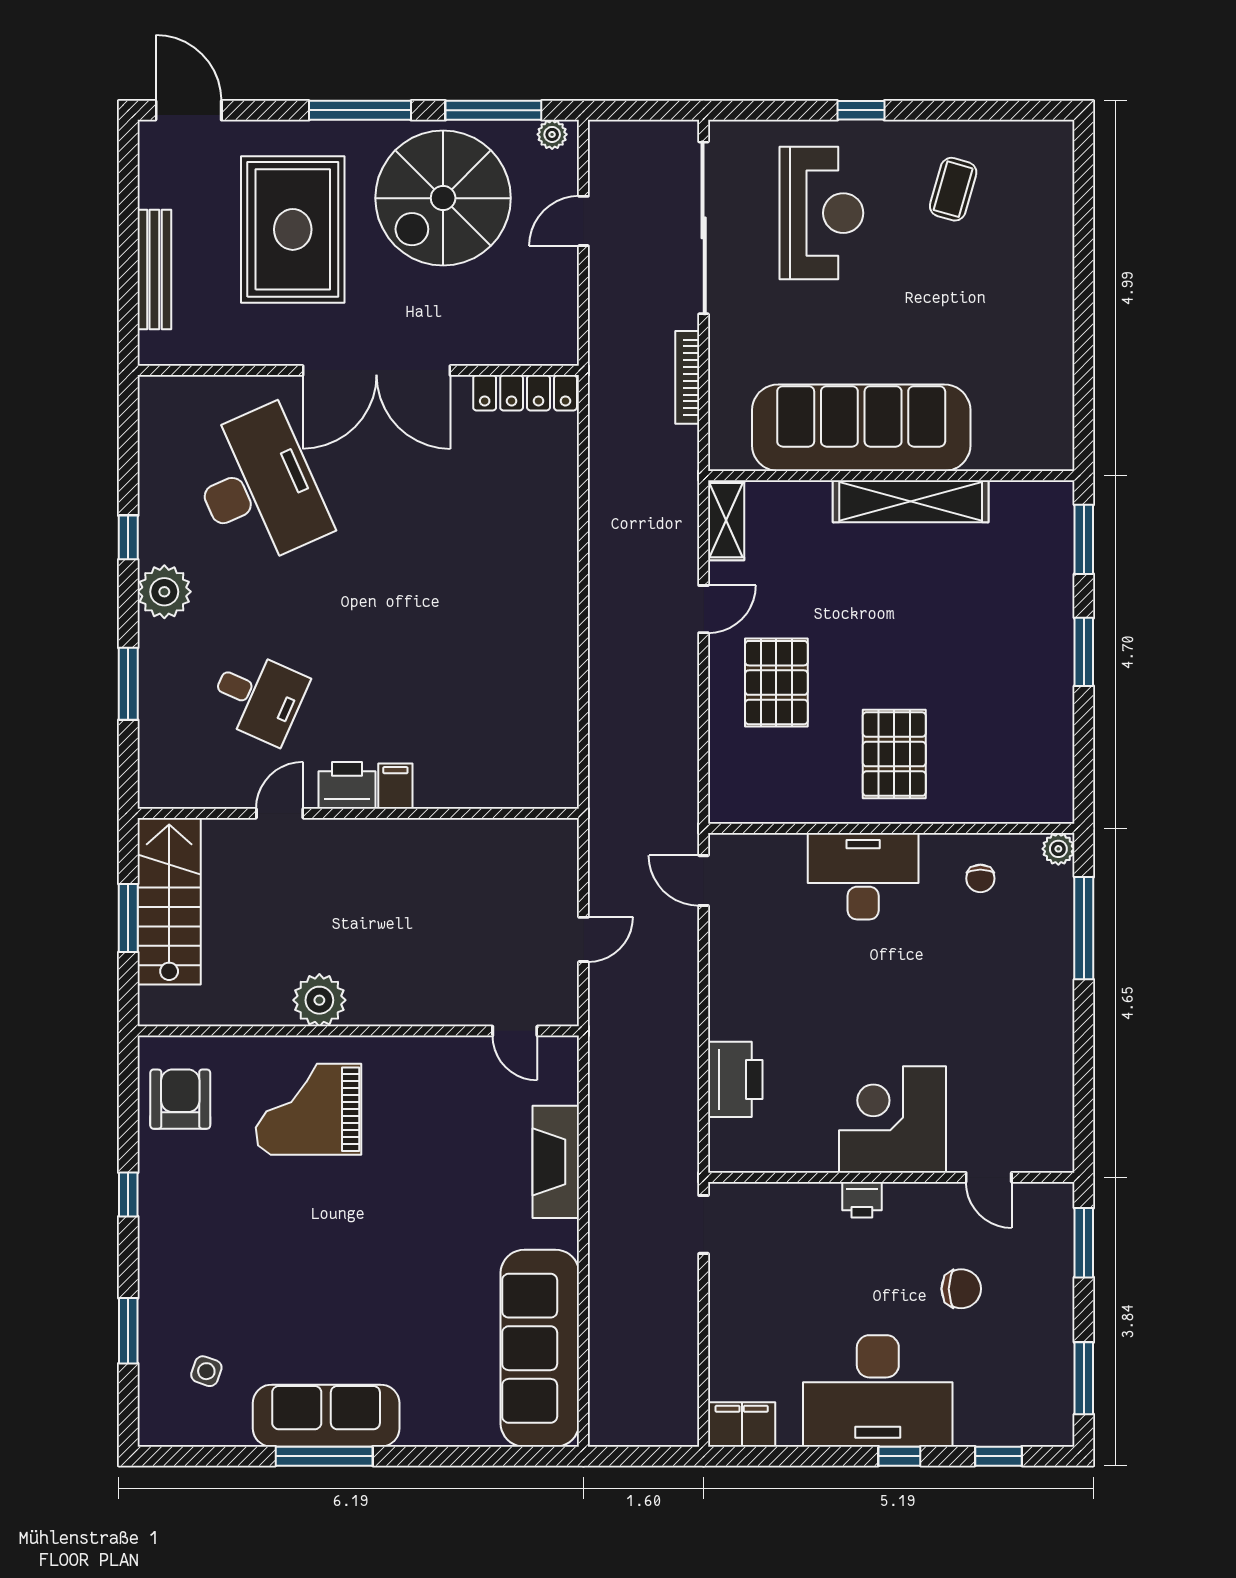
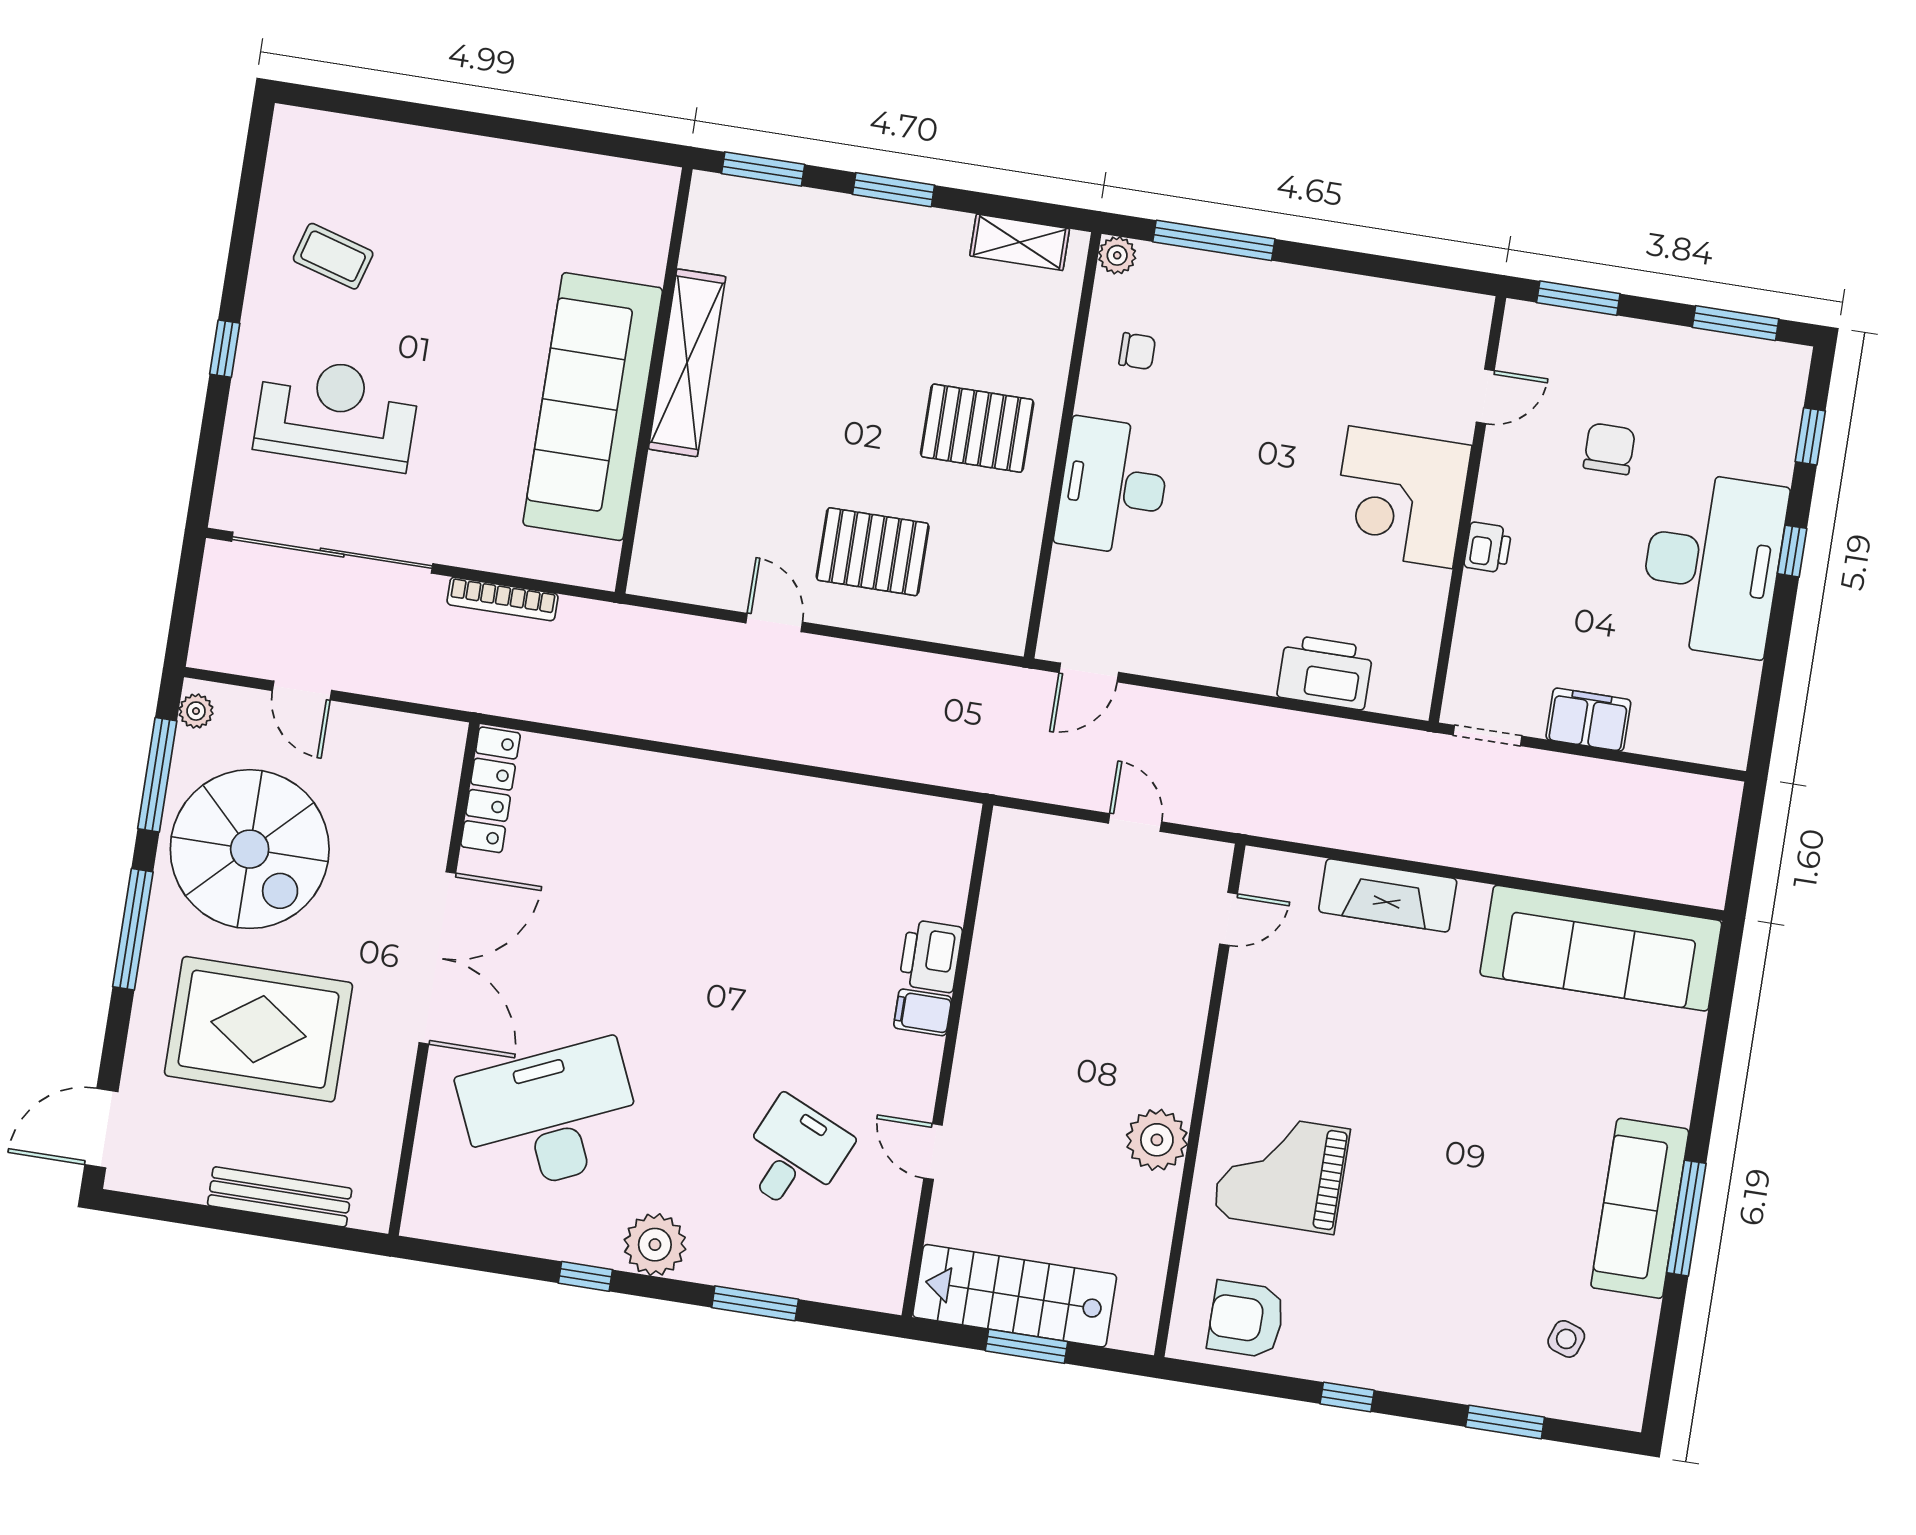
shelving: (726, 520) -> (1020, 242), moved
printer: (347, 785) -> (931, 956), moved
grand piano: (309, 1109) -> (1281, 1172), turned 90
filing cabinet: (742, 1424) -> (1588, 720), moved, turned 90

